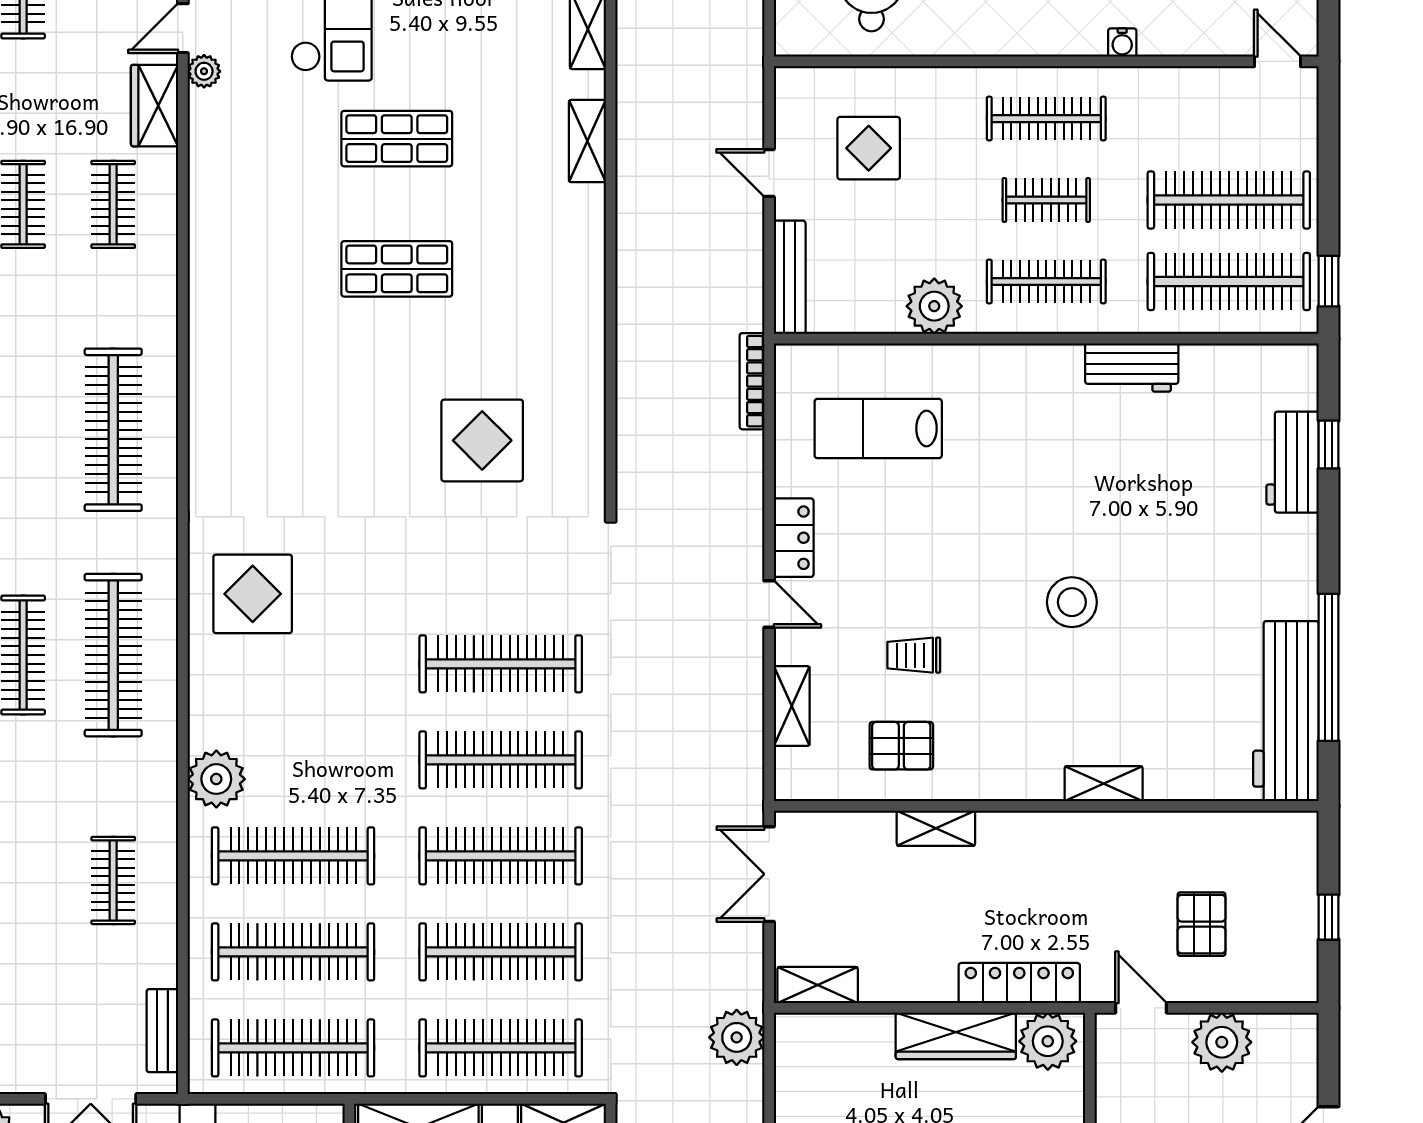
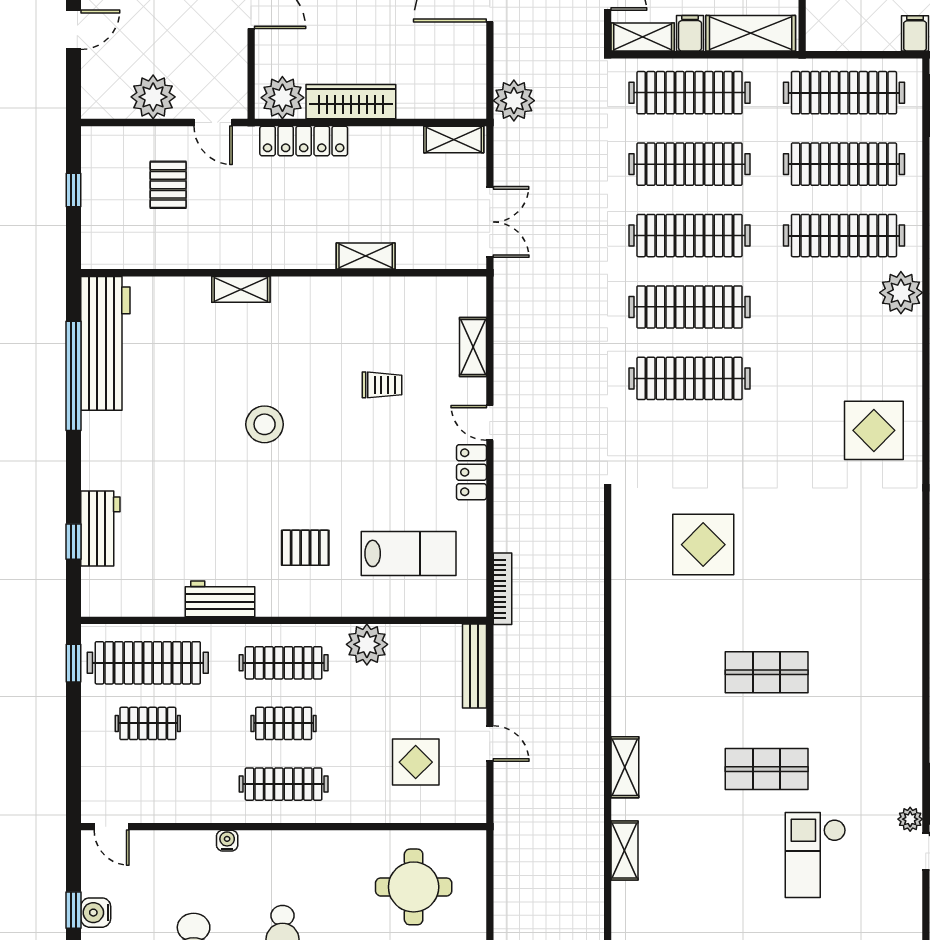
clothes rail: (1229, 200) -> (148, 723), width x0.54, depth x0.76
pallet: (901, 746) -> (305, 548), moved

